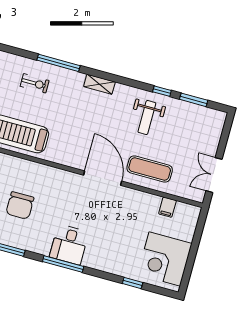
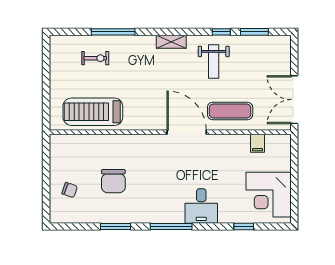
shelving: (99, 84) -> (171, 42), moved
double door: (214, 175) -> (294, 100), width x1.37
desk: (69, 245) -> (201, 206), moved

